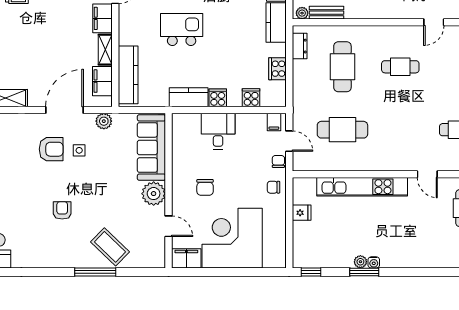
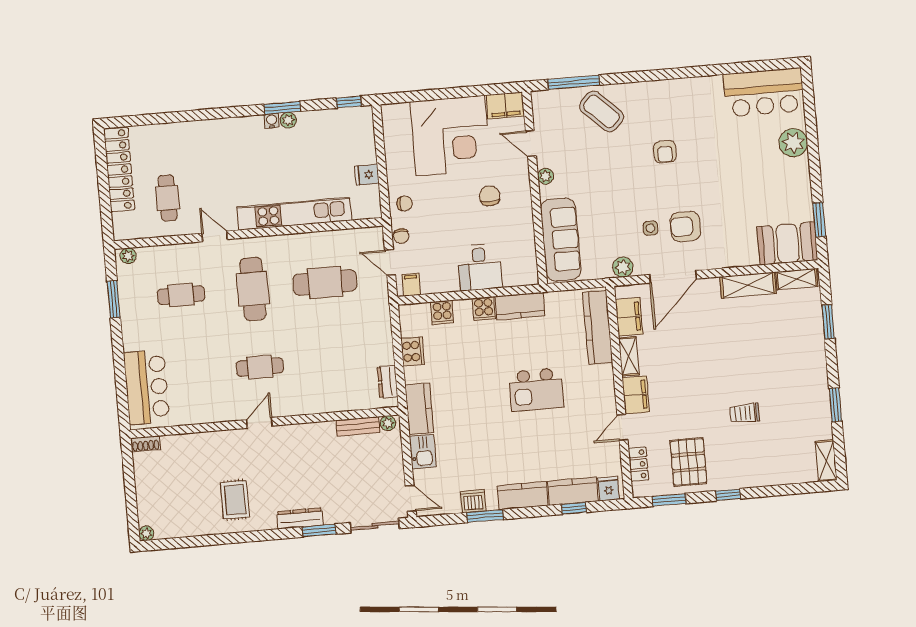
door: (434, 22) -> (260, 423), moved
cafe table: (342, 67) -> (253, 289), moved
plant: (154, 194) -> (546, 176), width x0.53, depth x0.53
window: (95, 272) -> (574, 82), moved

